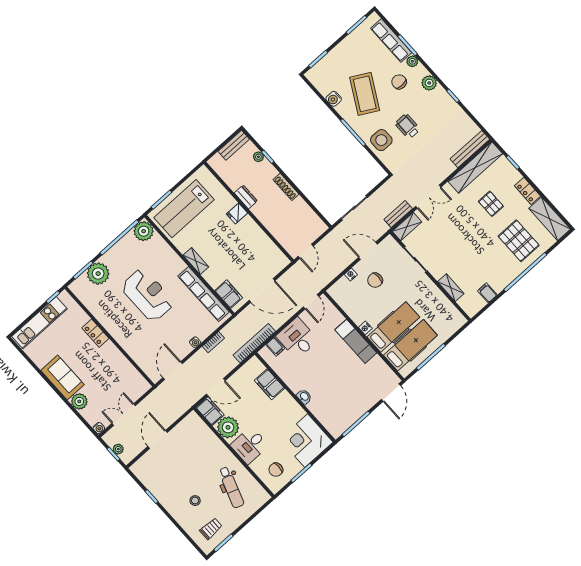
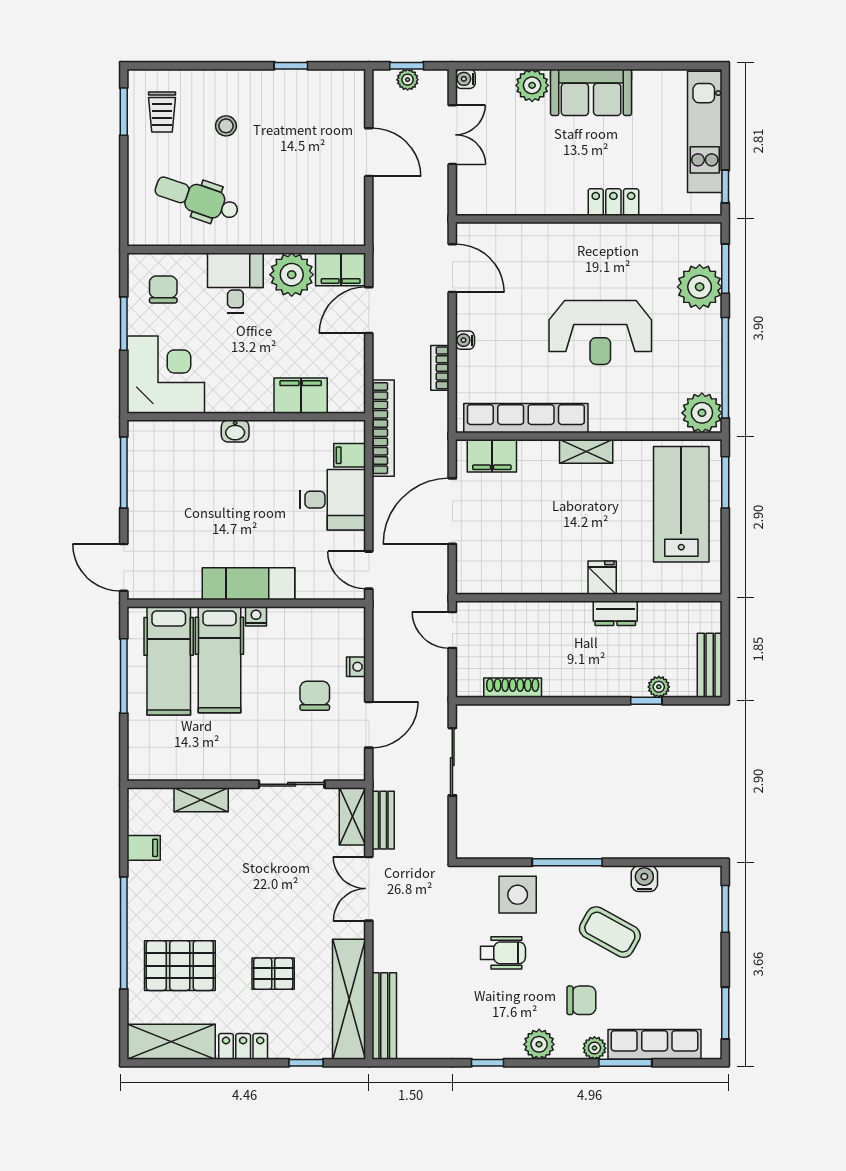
coffee table: (365, 94) -> (610, 932), width x0.73, depth x0.76
shoe rack: (286, 187) -> (513, 688), moved

